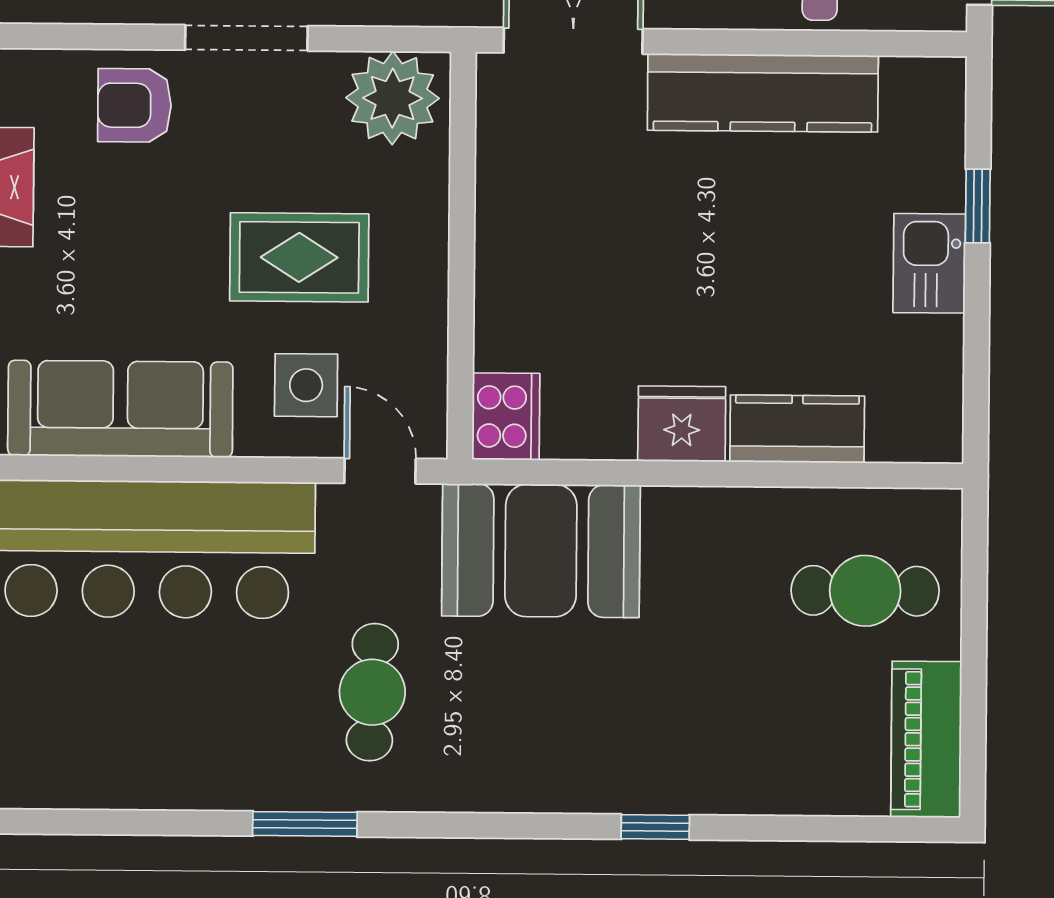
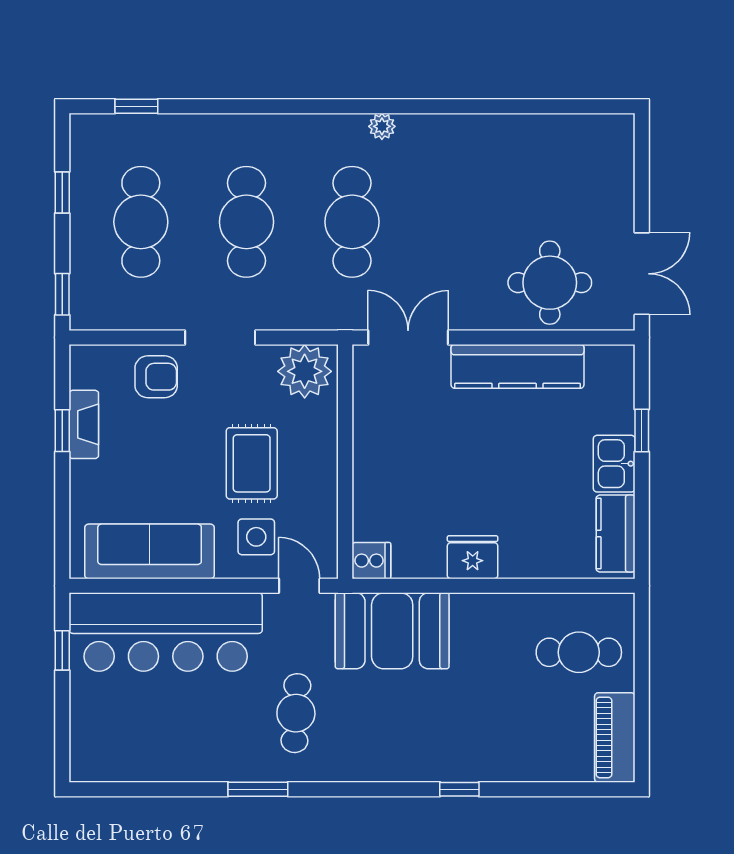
armchair: (134, 105) -> (156, 377), turned 180
rug: (299, 257) -> (252, 463), turned 90
cooker: (506, 417) -> (371, 561), width x0.73
kitchen counter: (797, 429) -> (616, 534), moved, turned -90

